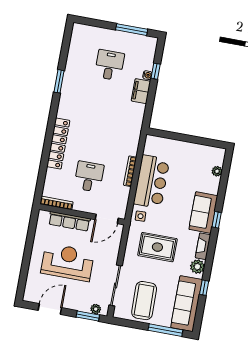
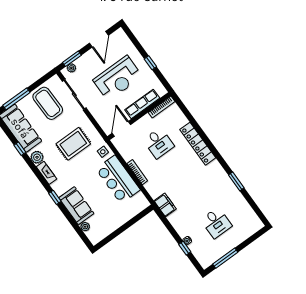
filing cabinet: (141, 91) -> (165, 205), moved
sofa: (203, 212) -> (76, 206), moved
window: (29, 247) -> (150, 63), added

